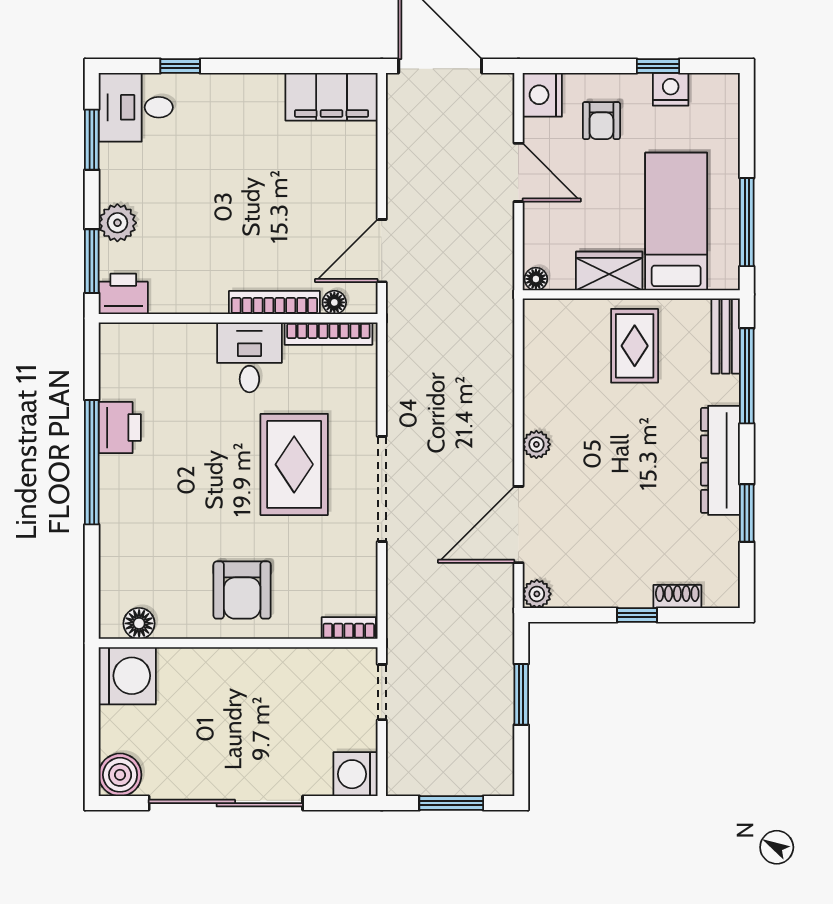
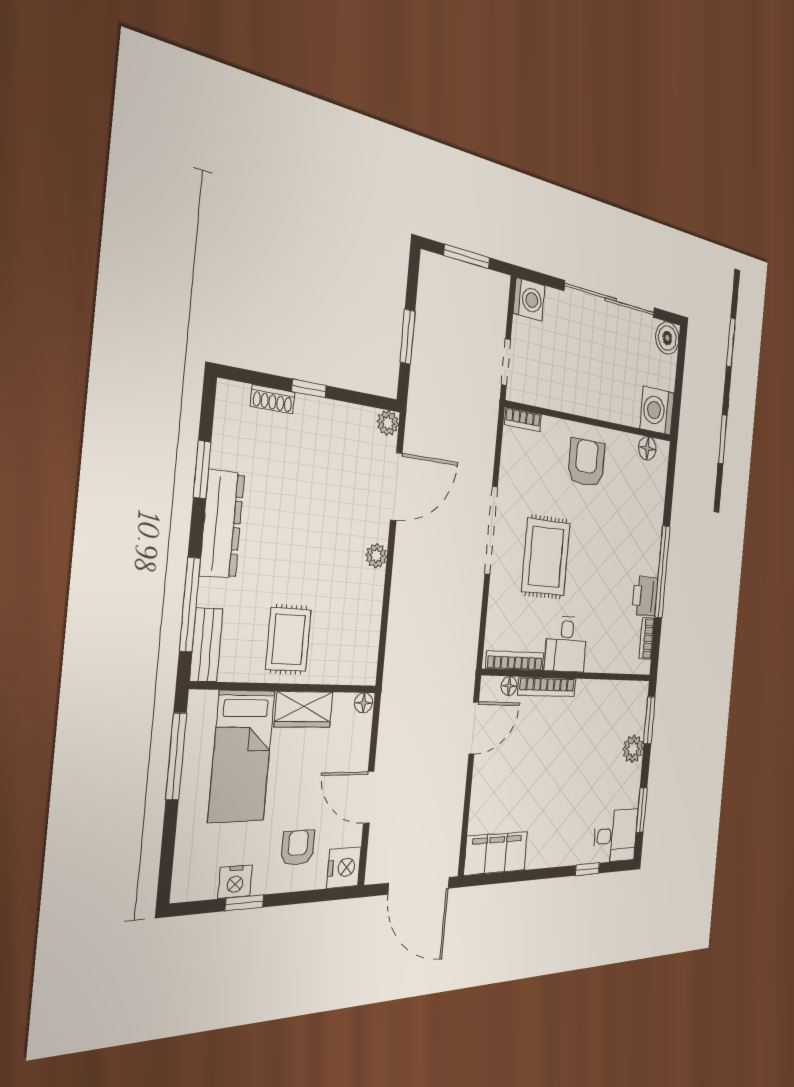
printer: (123, 294) -> (634, 696), removed
bookcase: (110, 371) -> (647, 638), added

